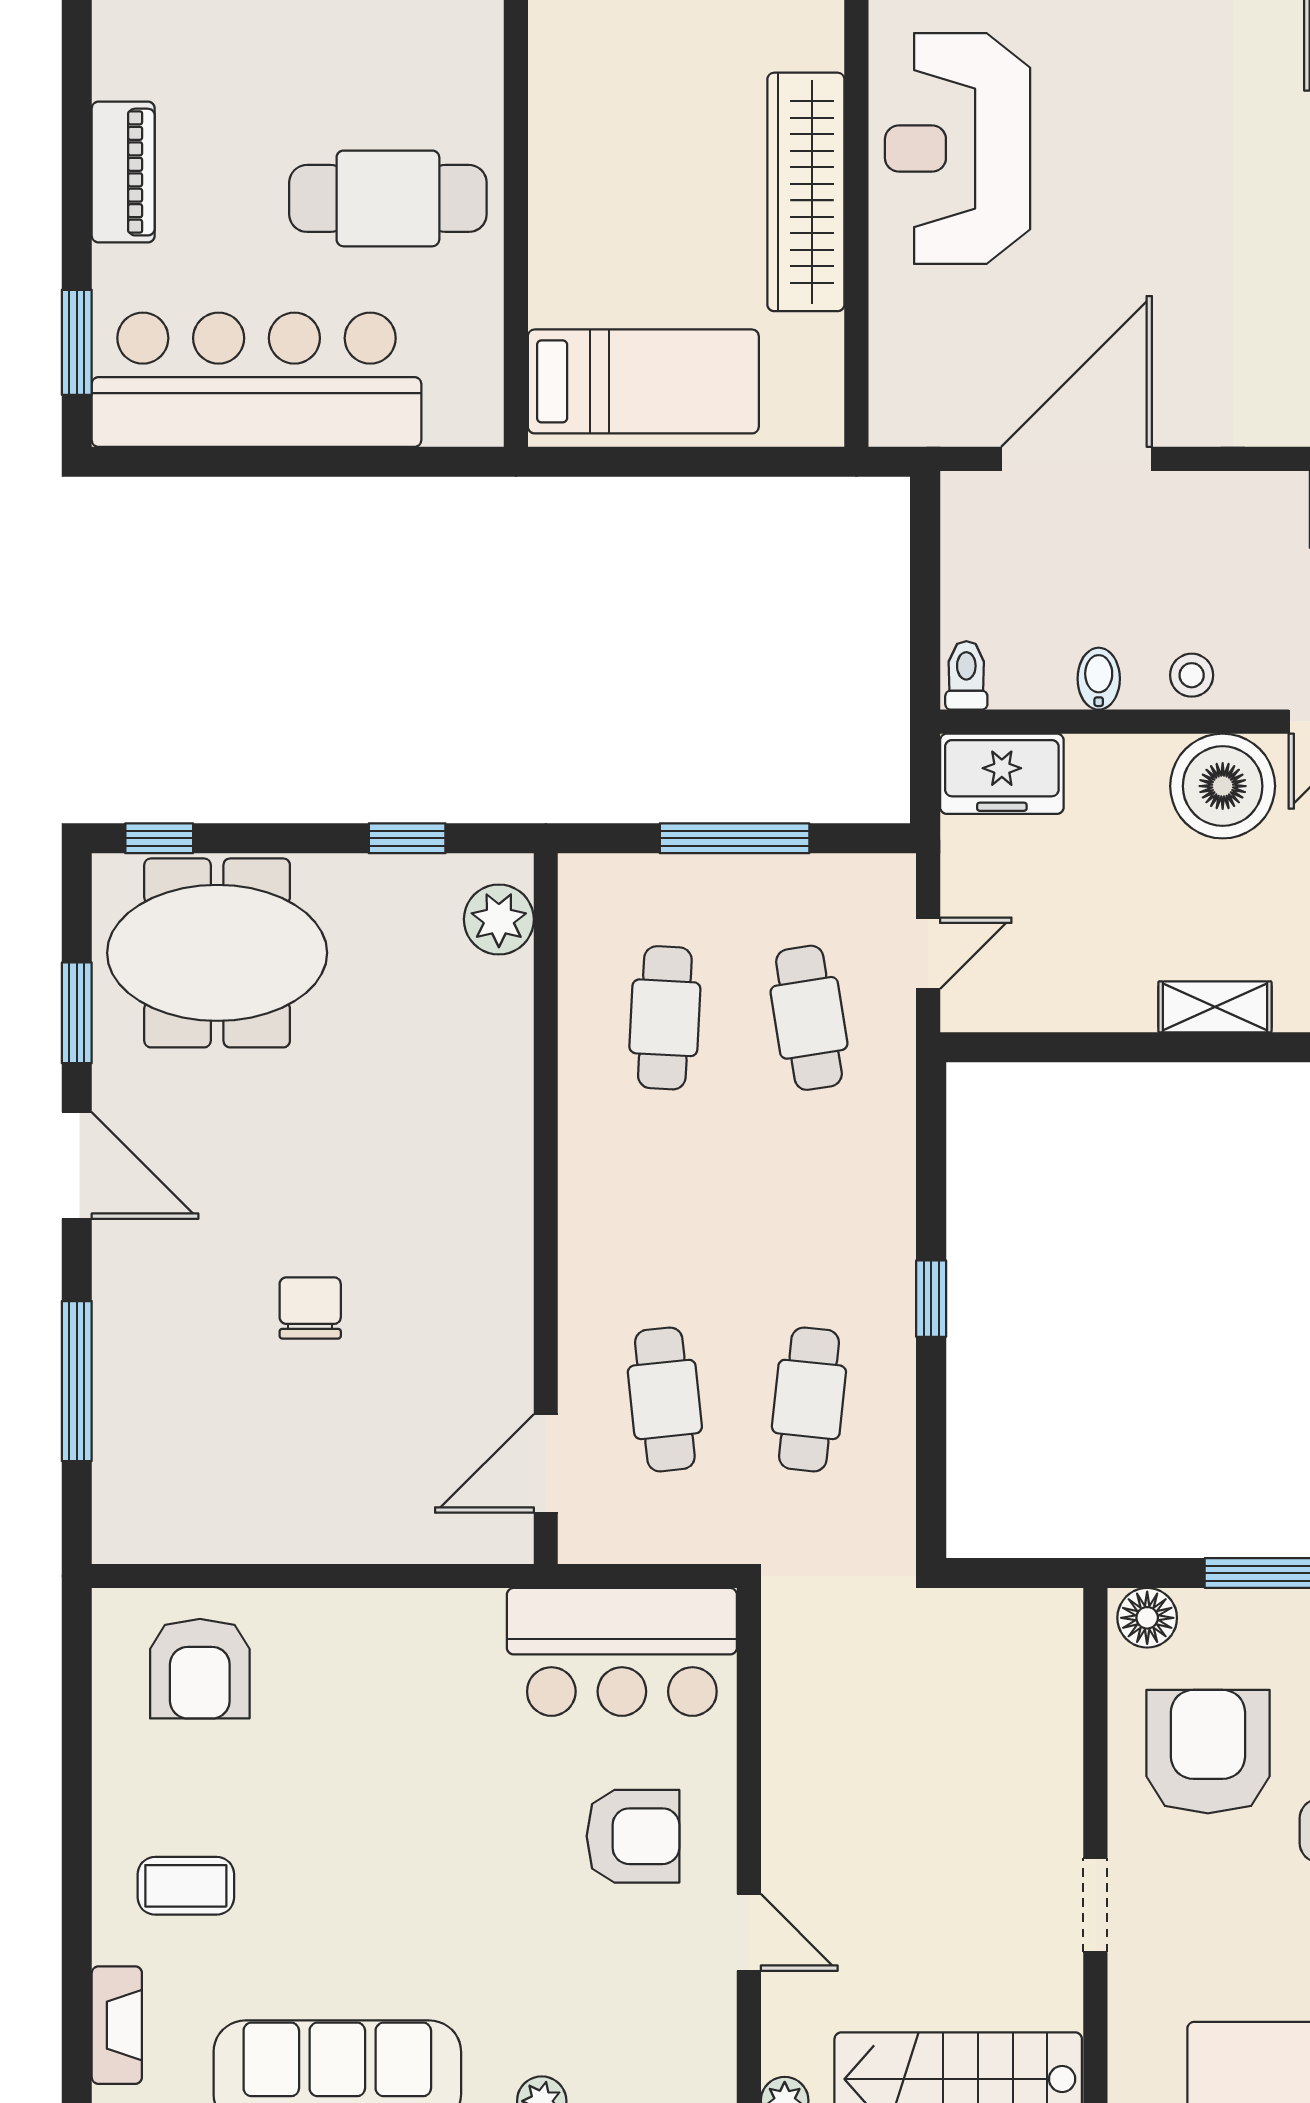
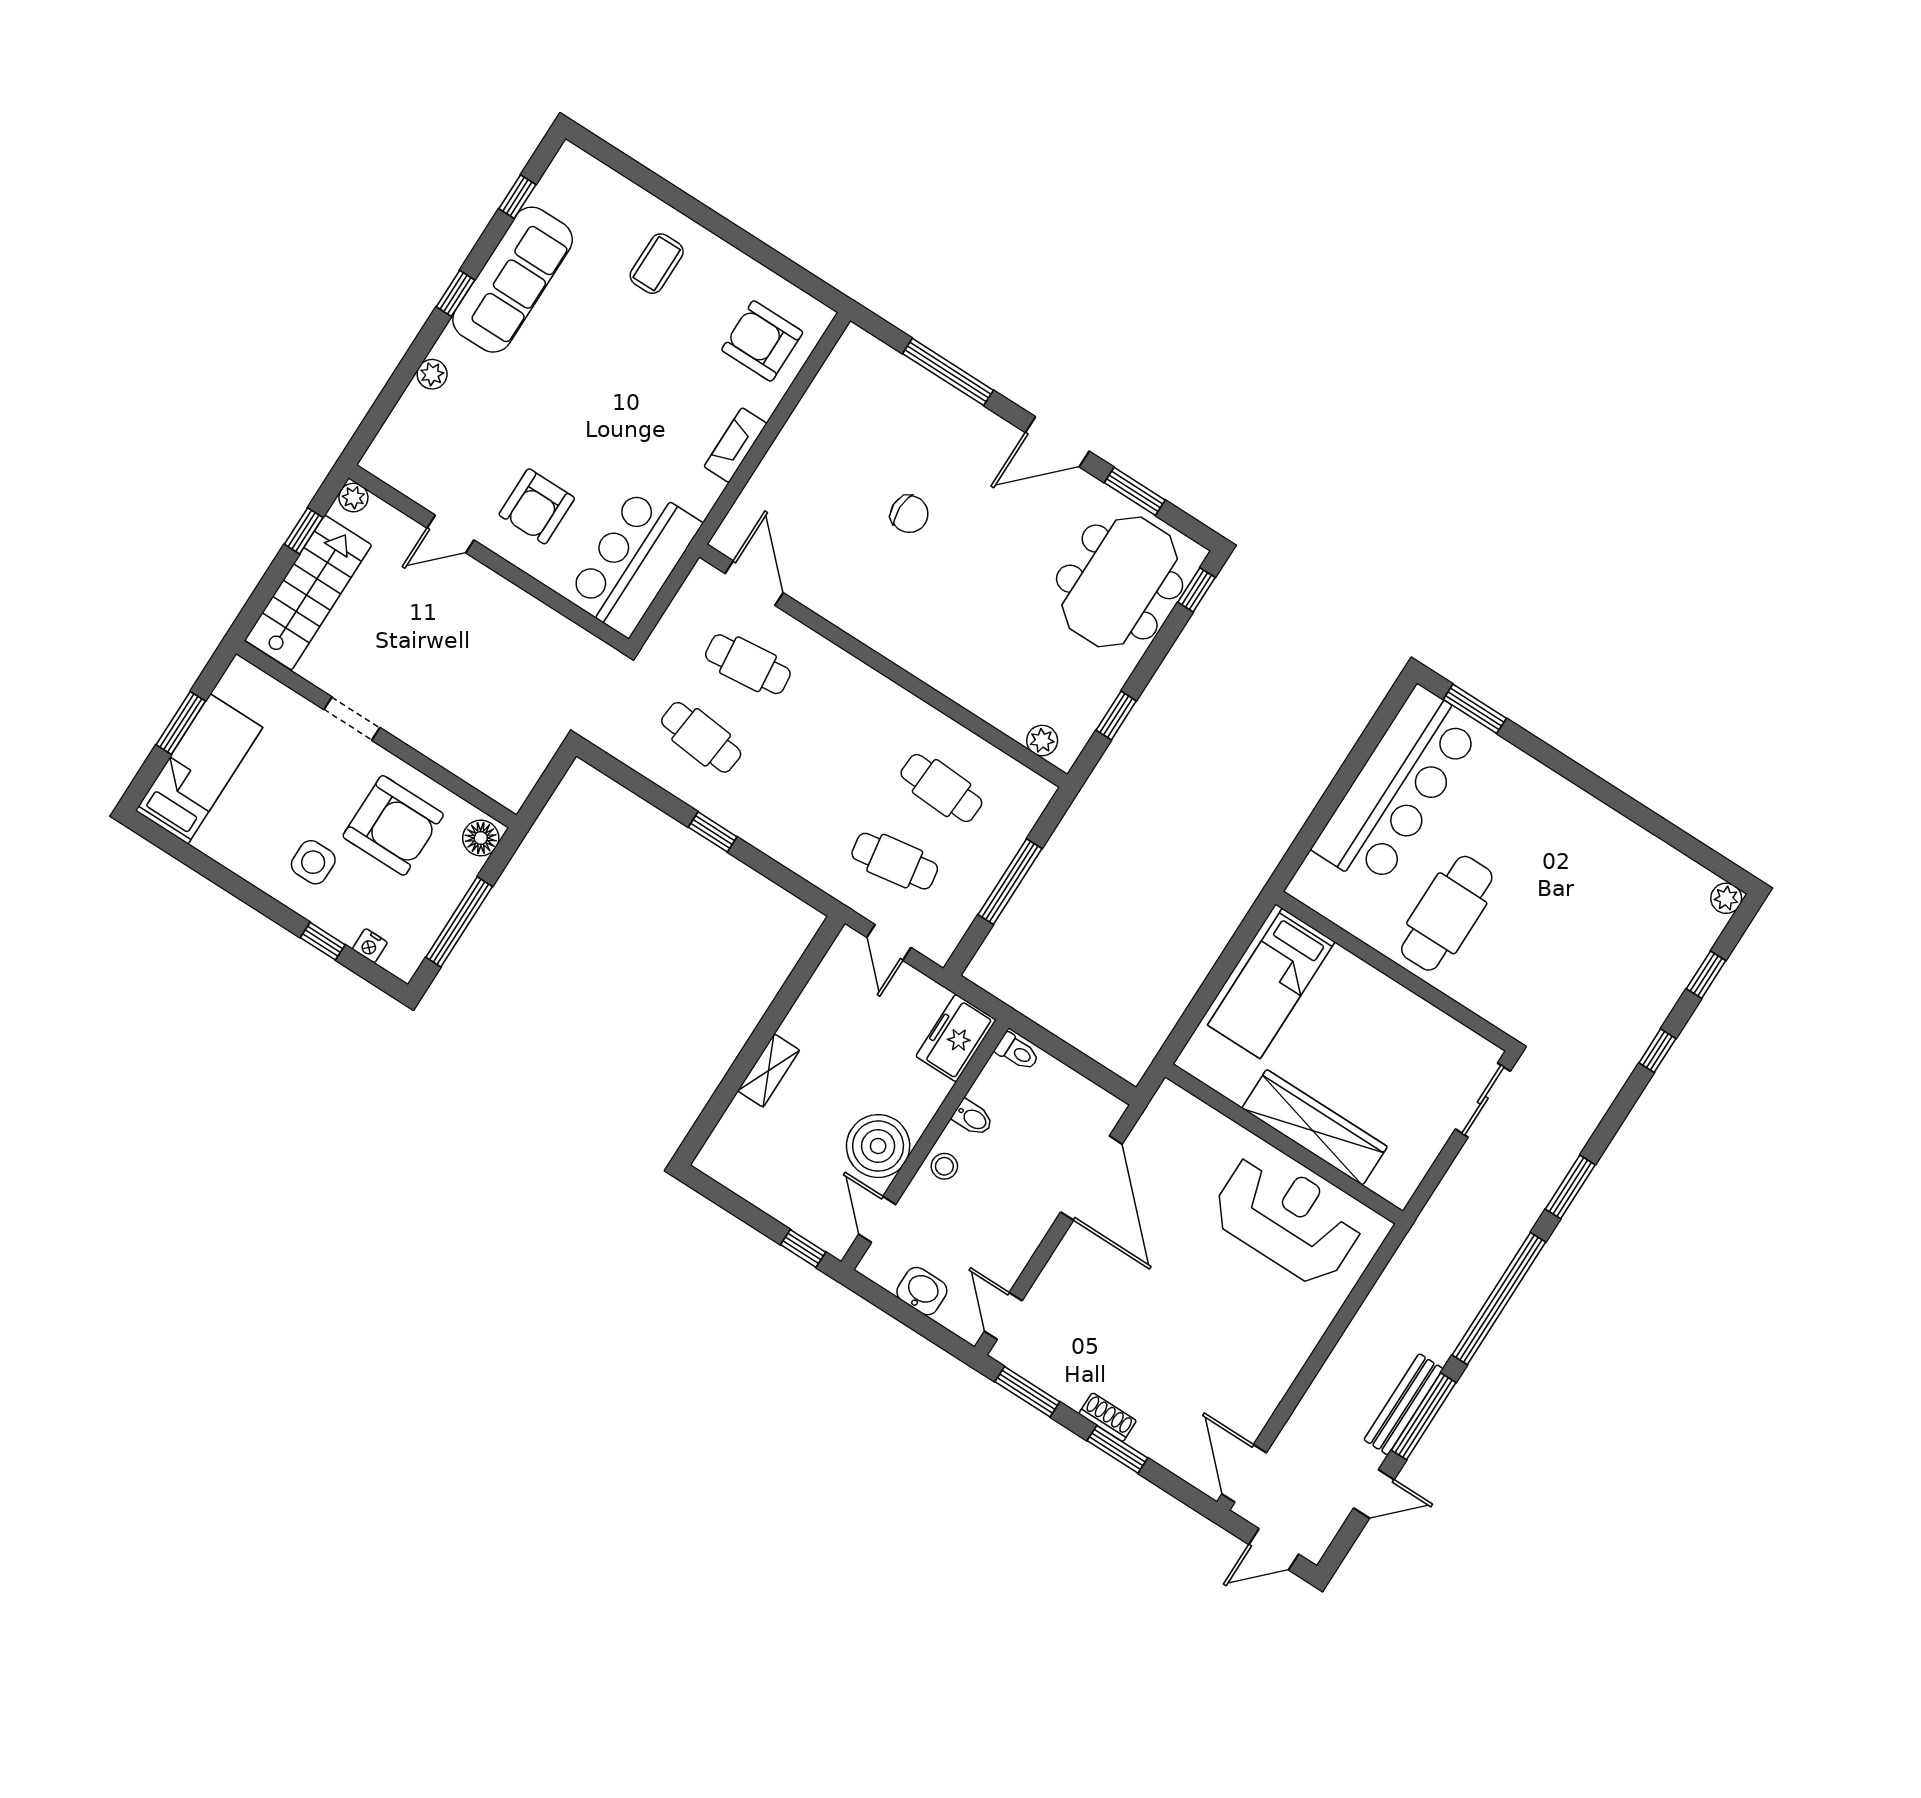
piano: (123, 172) -> (1546, 788), removed
plant: (499, 919) -> (1042, 741), width x0.73, depth x0.73
fireplace: (117, 2025) -> (735, 445), moved, turned 90

